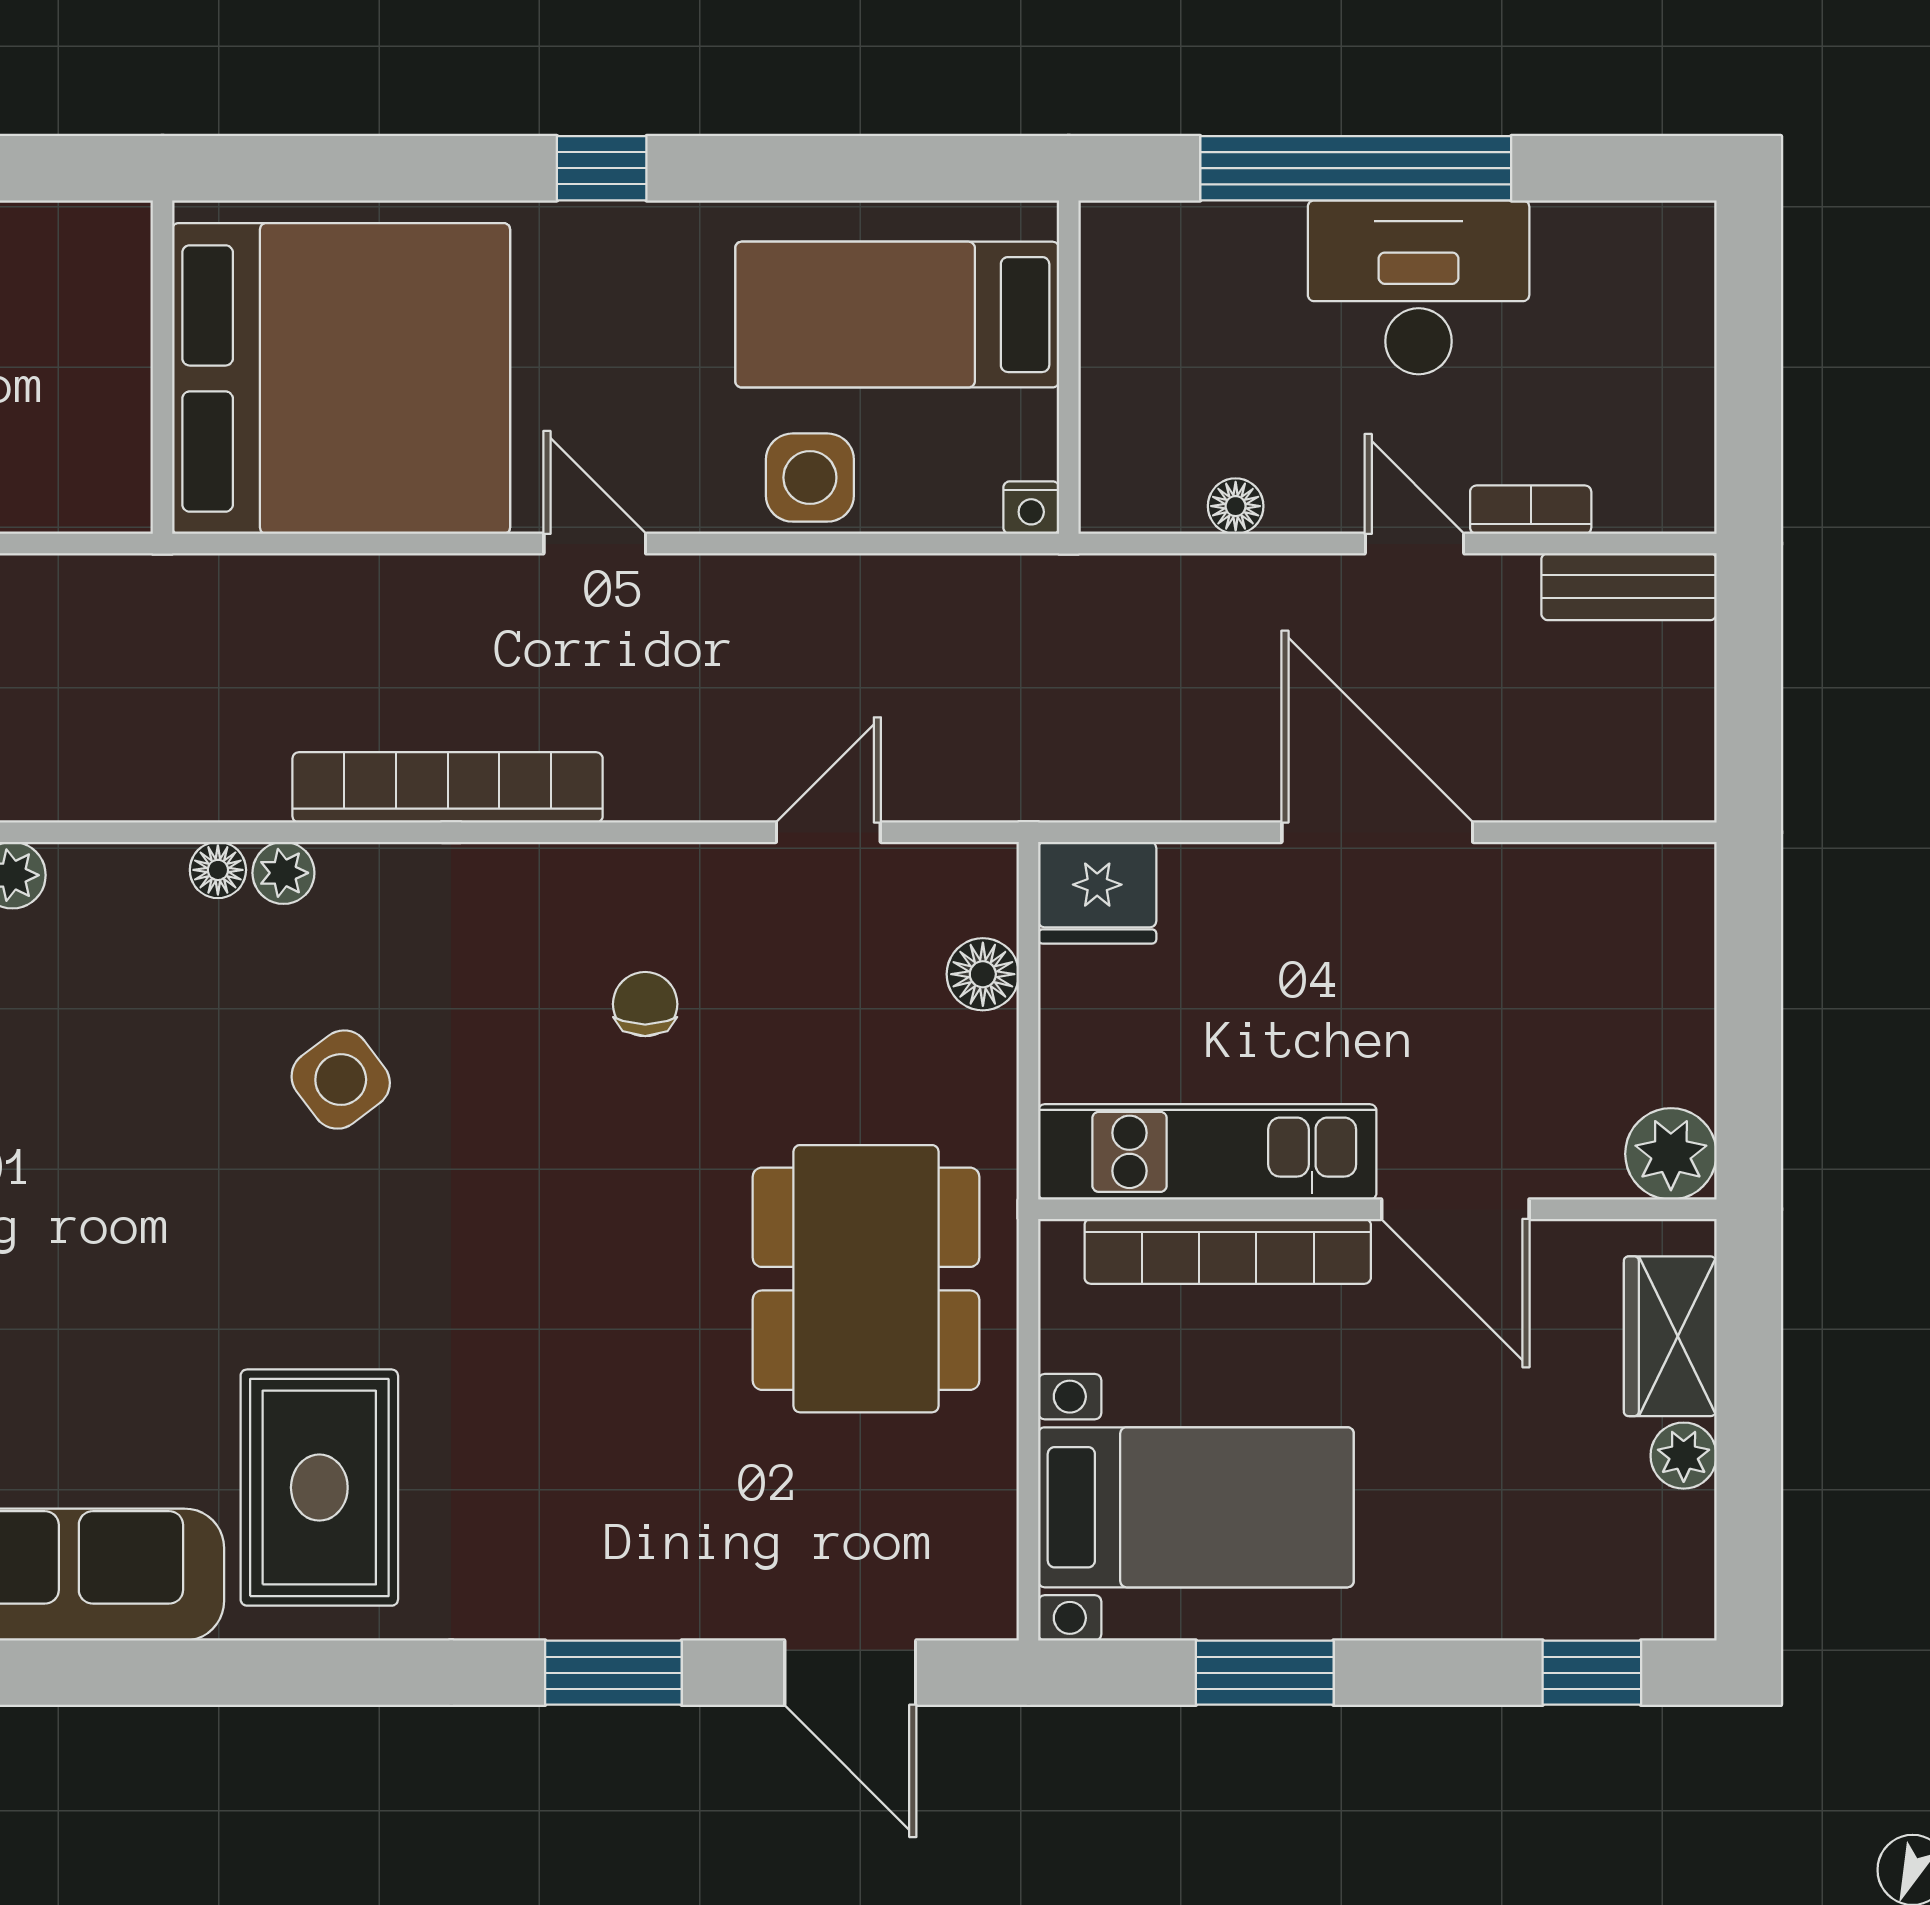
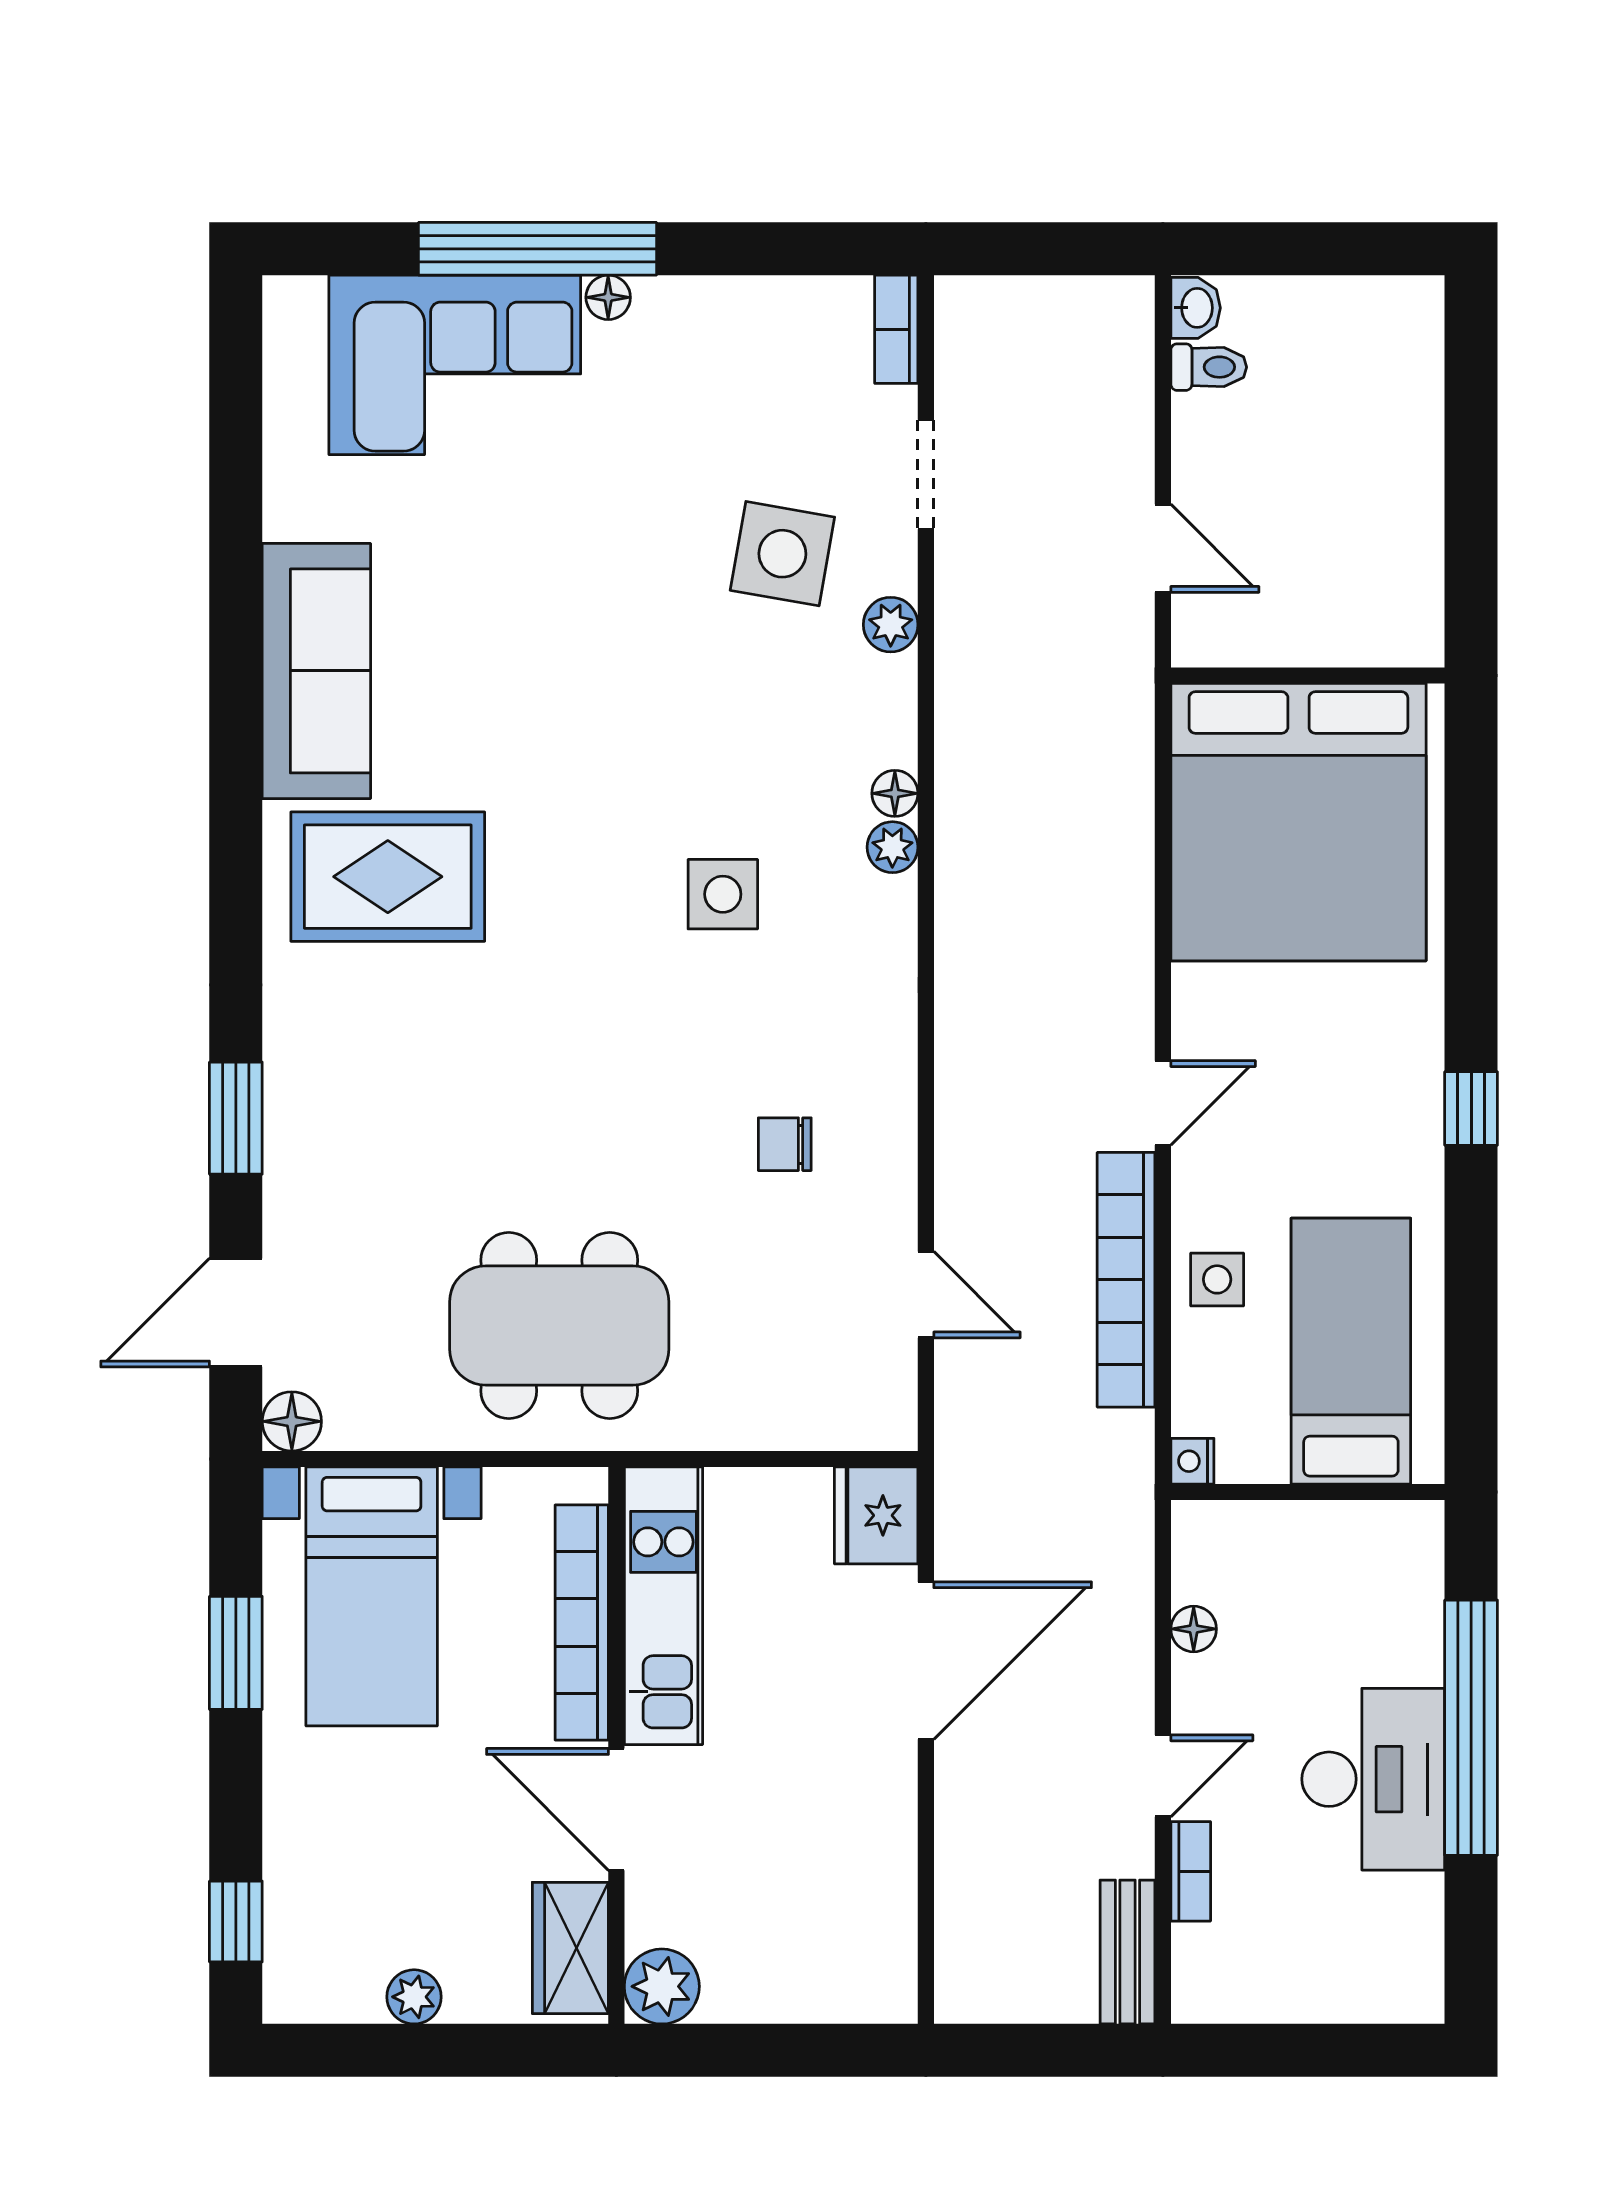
wall: (162, 367) -> (1308, 675), moved
bed: (341, 378) -> (1298, 822), moved
side table: (810, 478) -> (1217, 1279), width x0.73, depth x0.73
bookcase: (448, 787) -> (1126, 1280), moved, turned 180
door: (1377, 832) -> (926, 1661), moved
floor lamp: (983, 974) -> (292, 1421), moved
chair: (645, 1004) -> (785, 1144), turned 180
side table: (341, 1080) -> (723, 894), turned 37
door: (1455, 1209) -> (616, 1809), hinge flipped
wardrobe: (1670, 1336) -> (570, 1948), moved, turned -90

